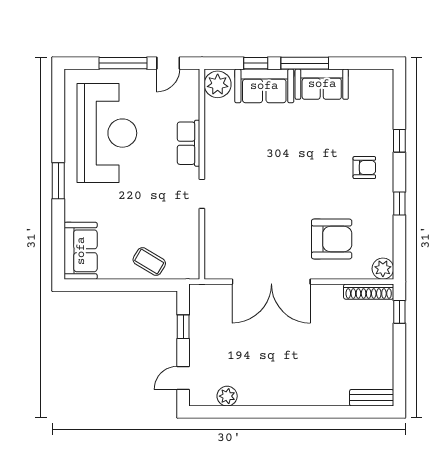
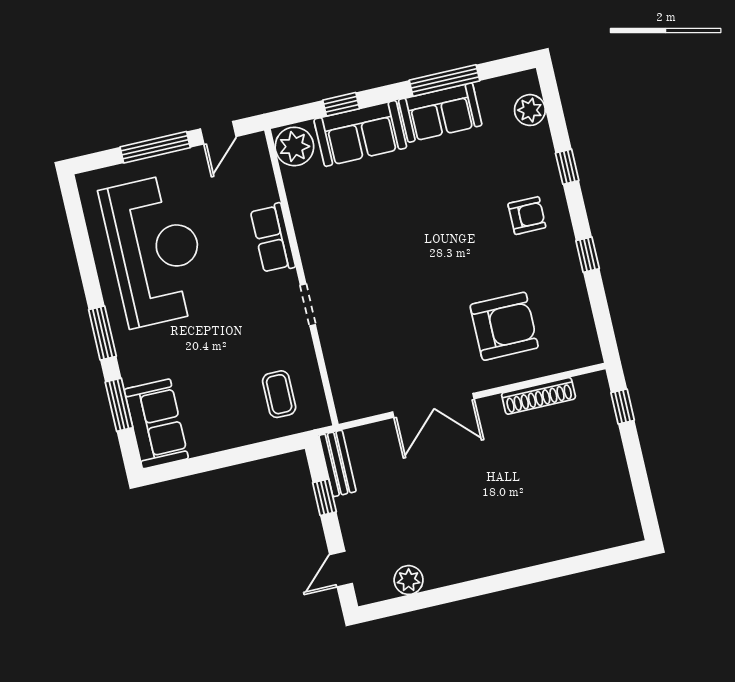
window: (305, 63) -> (444, 80), moved
window: (58, 232) -> (119, 405), added
coffee table: (149, 262) -> (279, 394), moved, turned 59
plant: (383, 269) -> (530, 110), moved
double door: (271, 282) -> (433, 405), width x0.73
shoe rack: (369, 292) -> (539, 396), moved
bench: (372, 398) -> (338, 463), moved, turned 90

